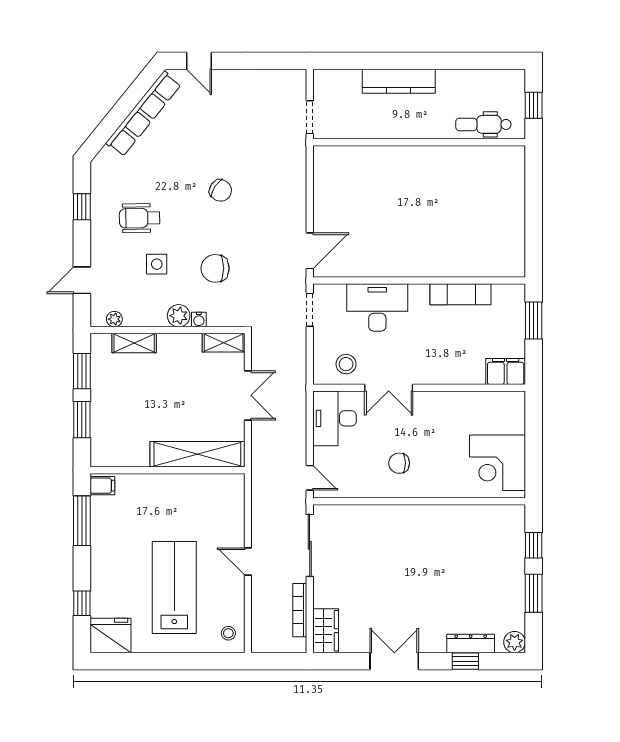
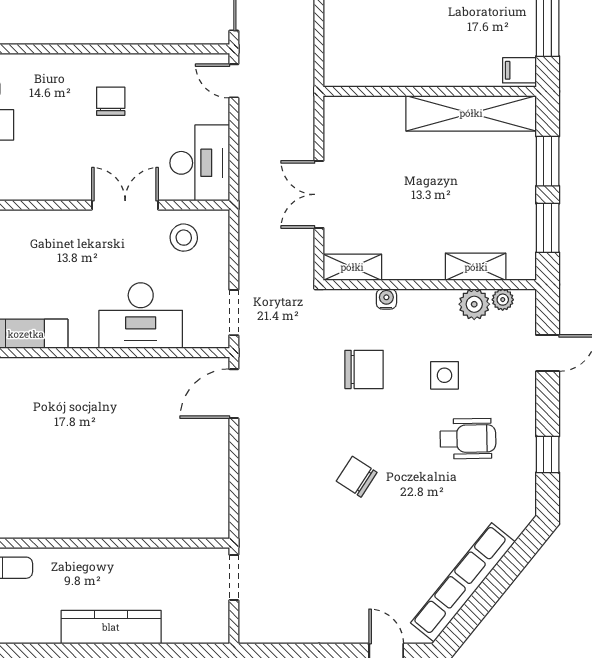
plant: (179, 316) -> (474, 304), moved
shelving: (197, 454) -> (471, 113), moved
chair: (399, 463) -> (111, 101), turned -90

